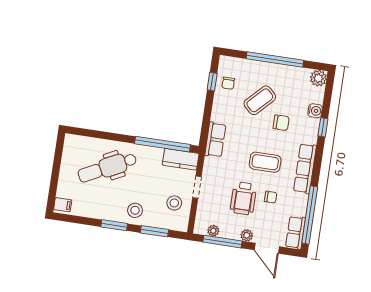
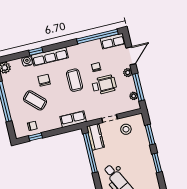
row of seats: (305, 169) -> (50, 57), moved
stool: (135, 210) -> (141, 153), removed

